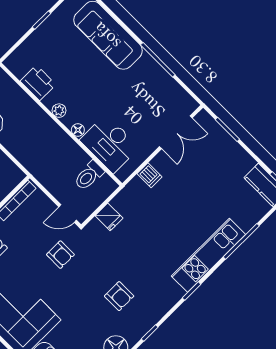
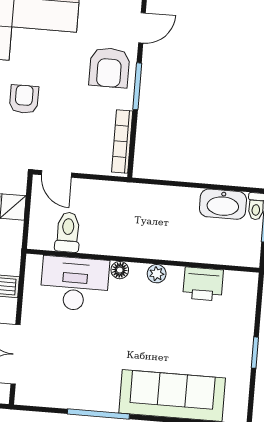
door: (68, 214) -> (56, 174), swing flipped
armchair: (60, 255) -> (24, 99), moved, turned 90

